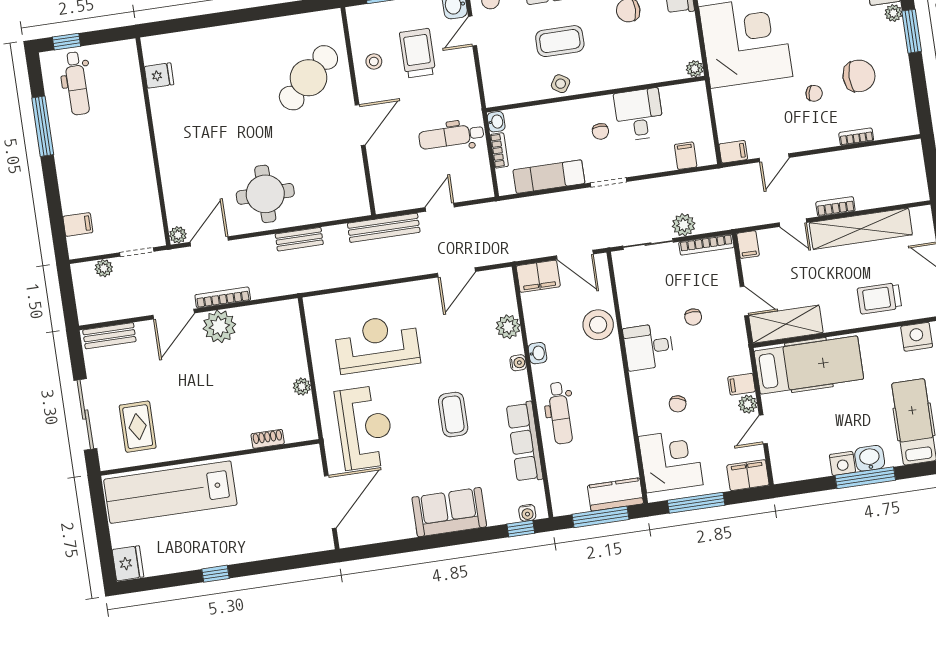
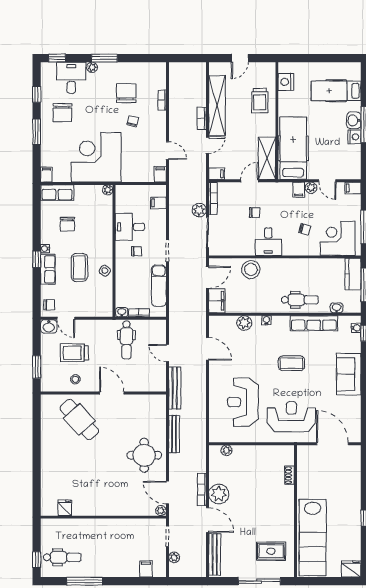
bench: (299, 239) -> (174, 434), width x1.36
bench: (109, 336) -> (215, 554), width x1.36
washbasin: (537, 353) -> (337, 308), moved
plant: (302, 387) -> (226, 450), moved
filing cabinet: (748, 475) -> (353, 188), width x0.50

